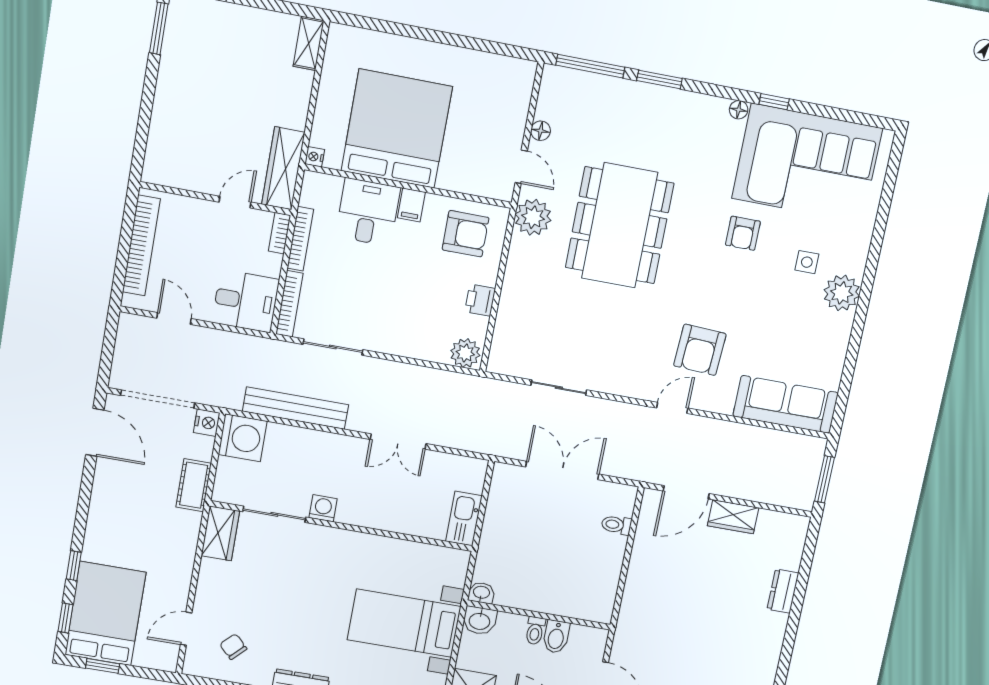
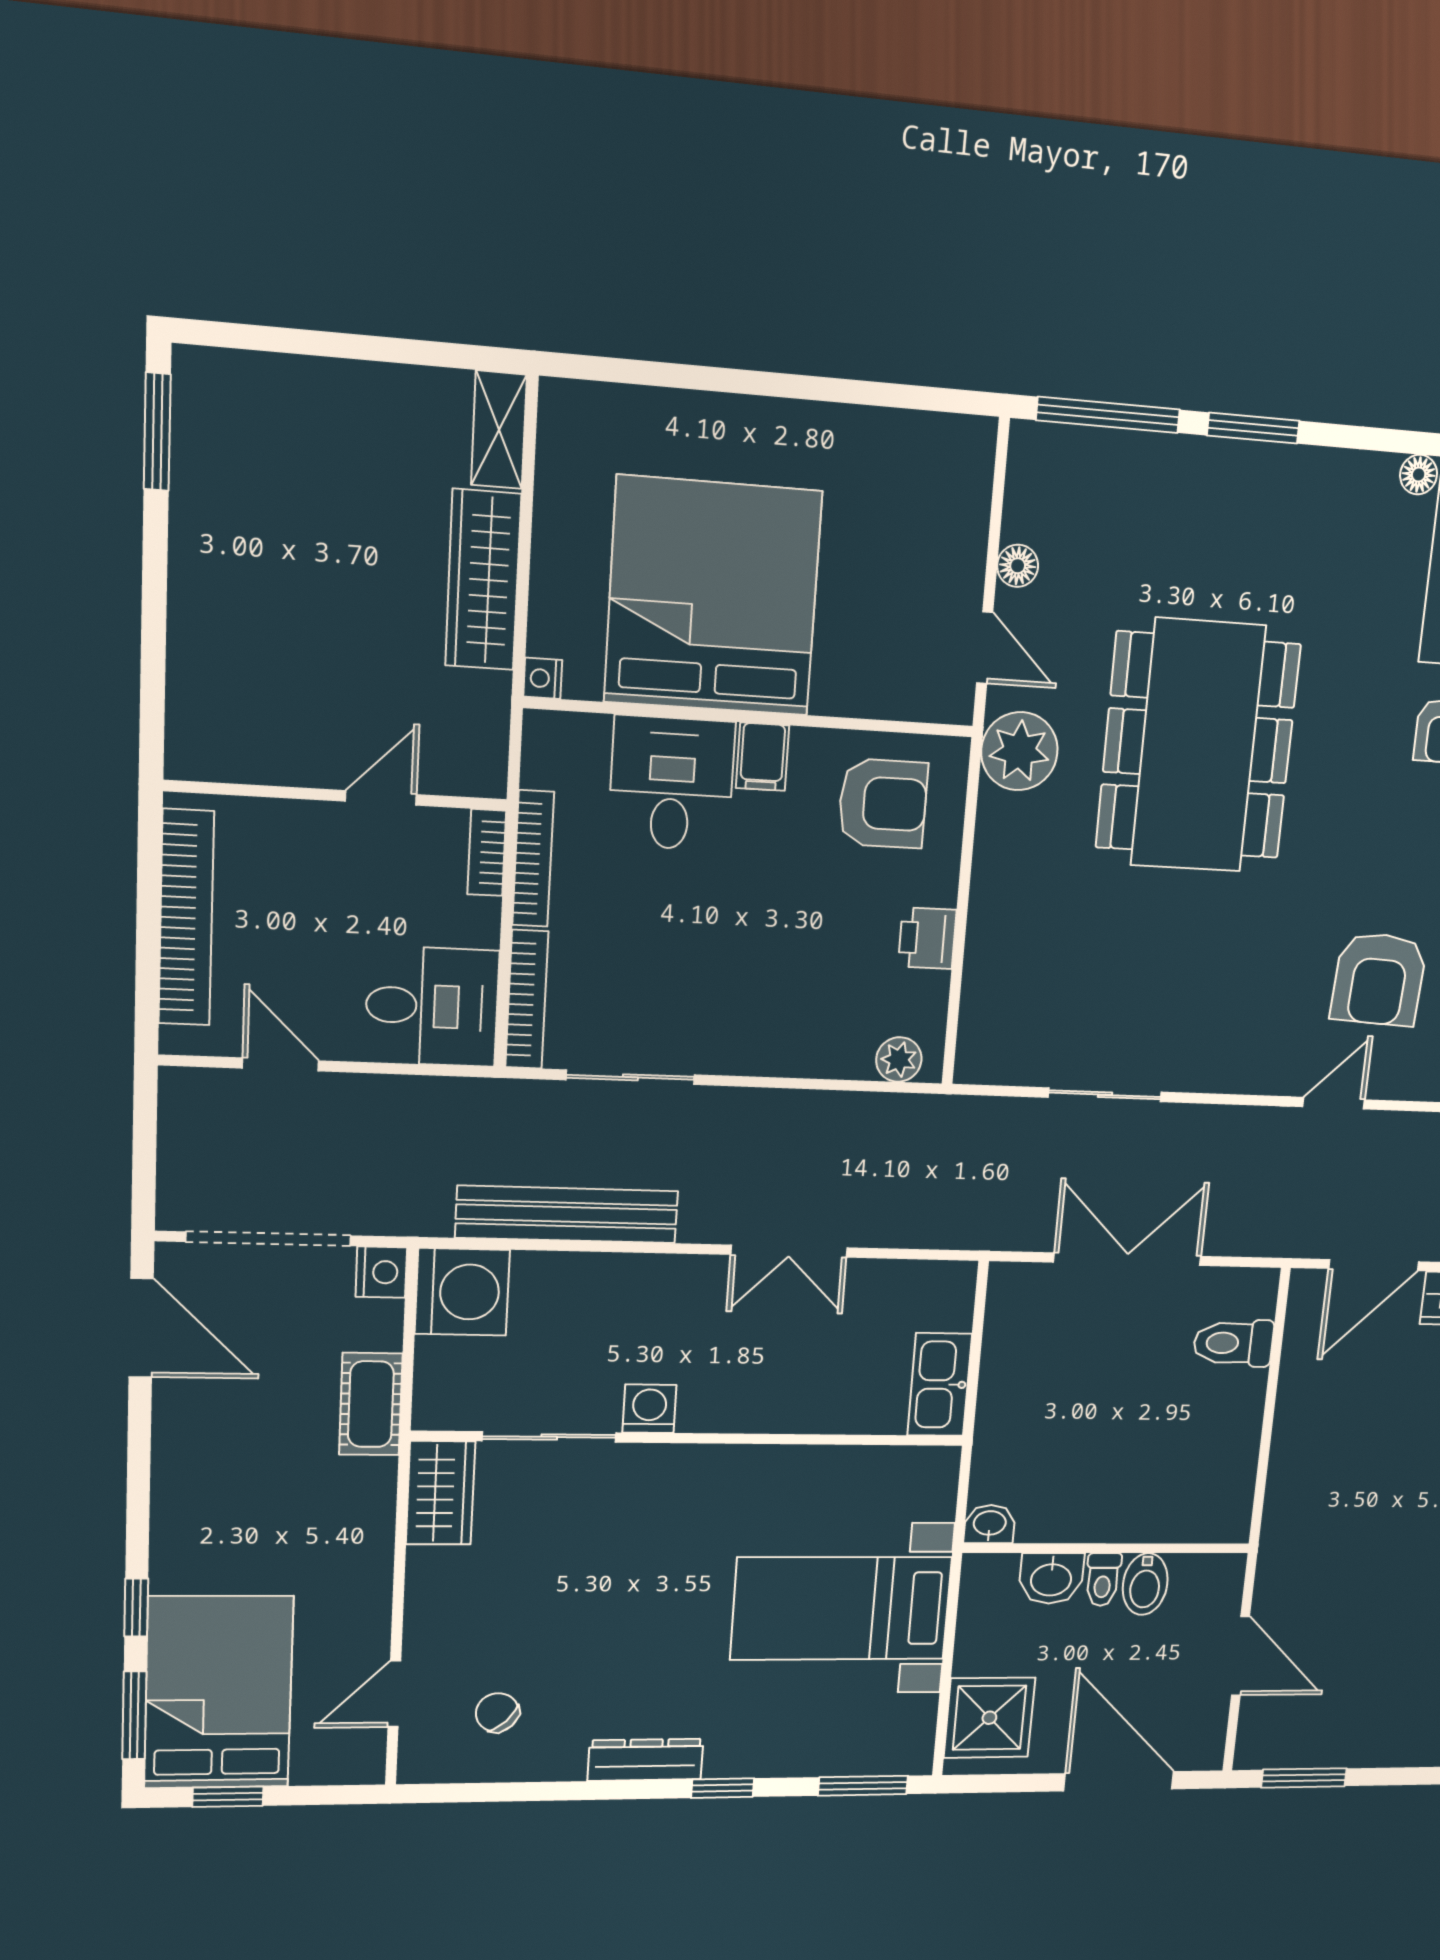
wardrobe: (283, 168) -> (483, 580), moved
plant: (465, 353) -> (899, 1059), width x0.73, depth x0.73
toilet: (616, 525) -> (1233, 1343), width x1.37, depth x1.39
window: (66, 618) -> (134, 1715), width x1.50
washbasin: (480, 621) -> (1051, 1578), moved

